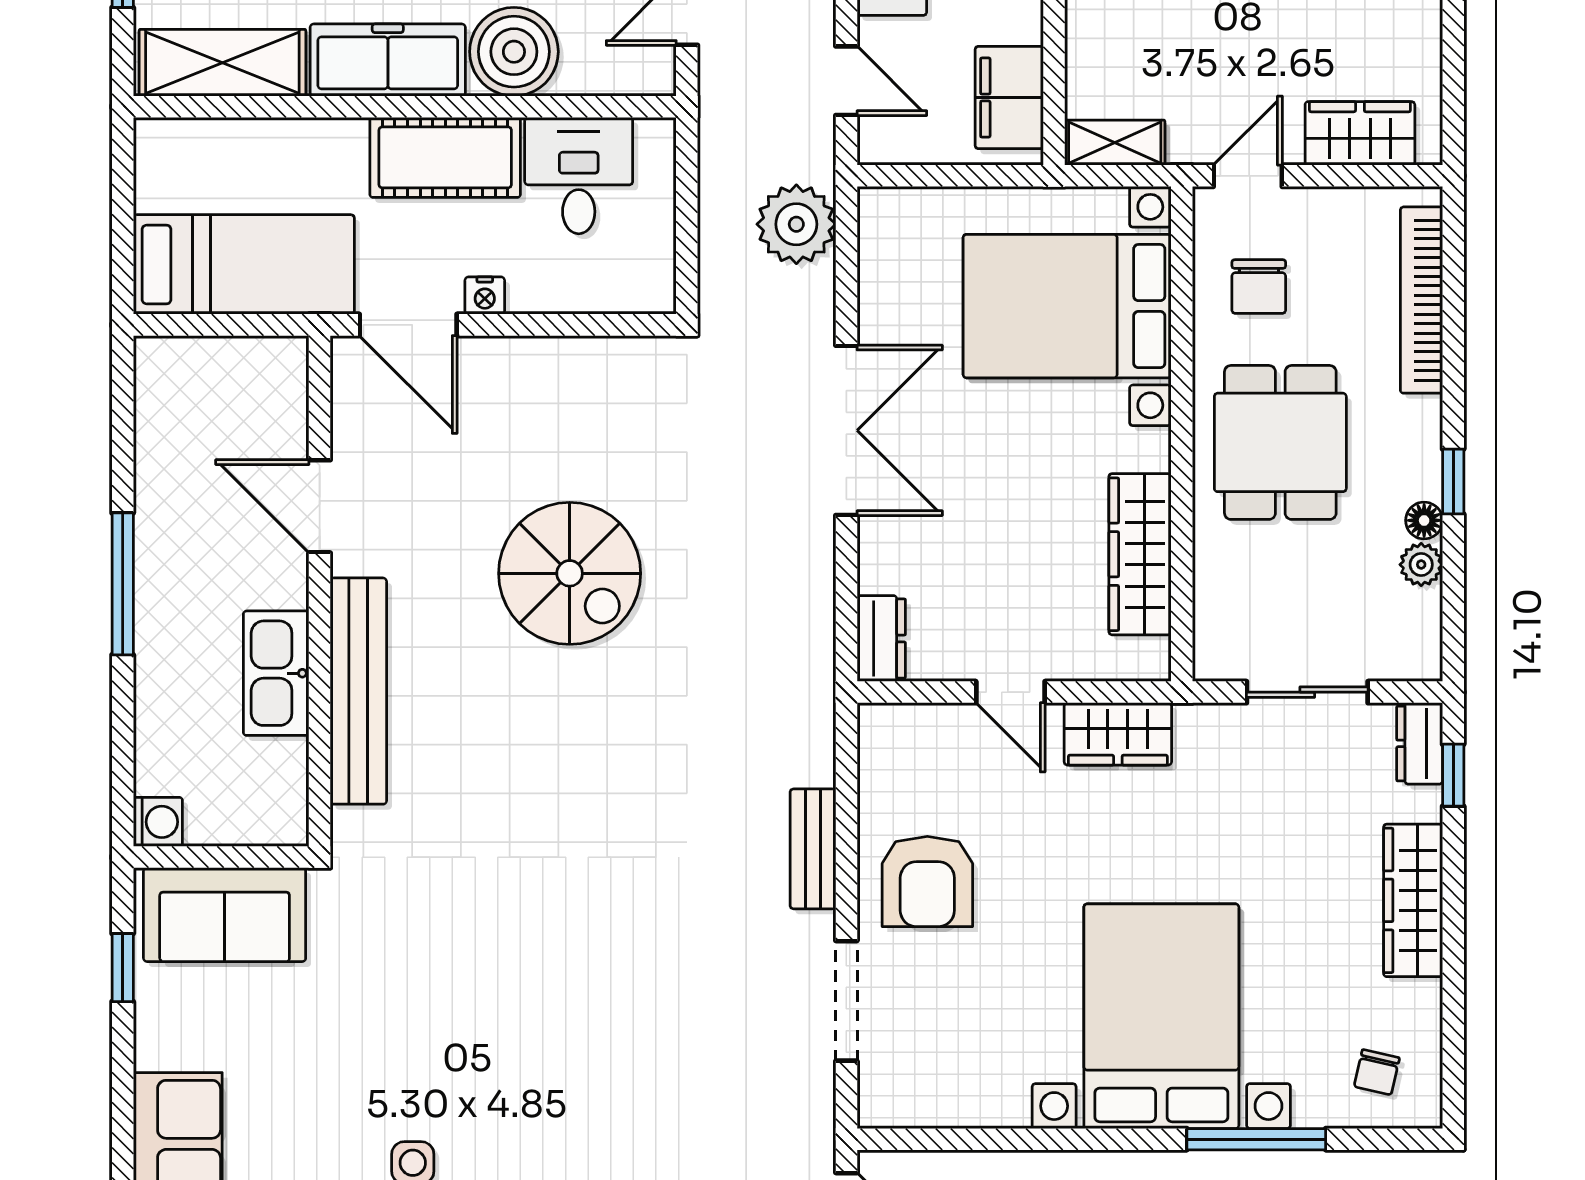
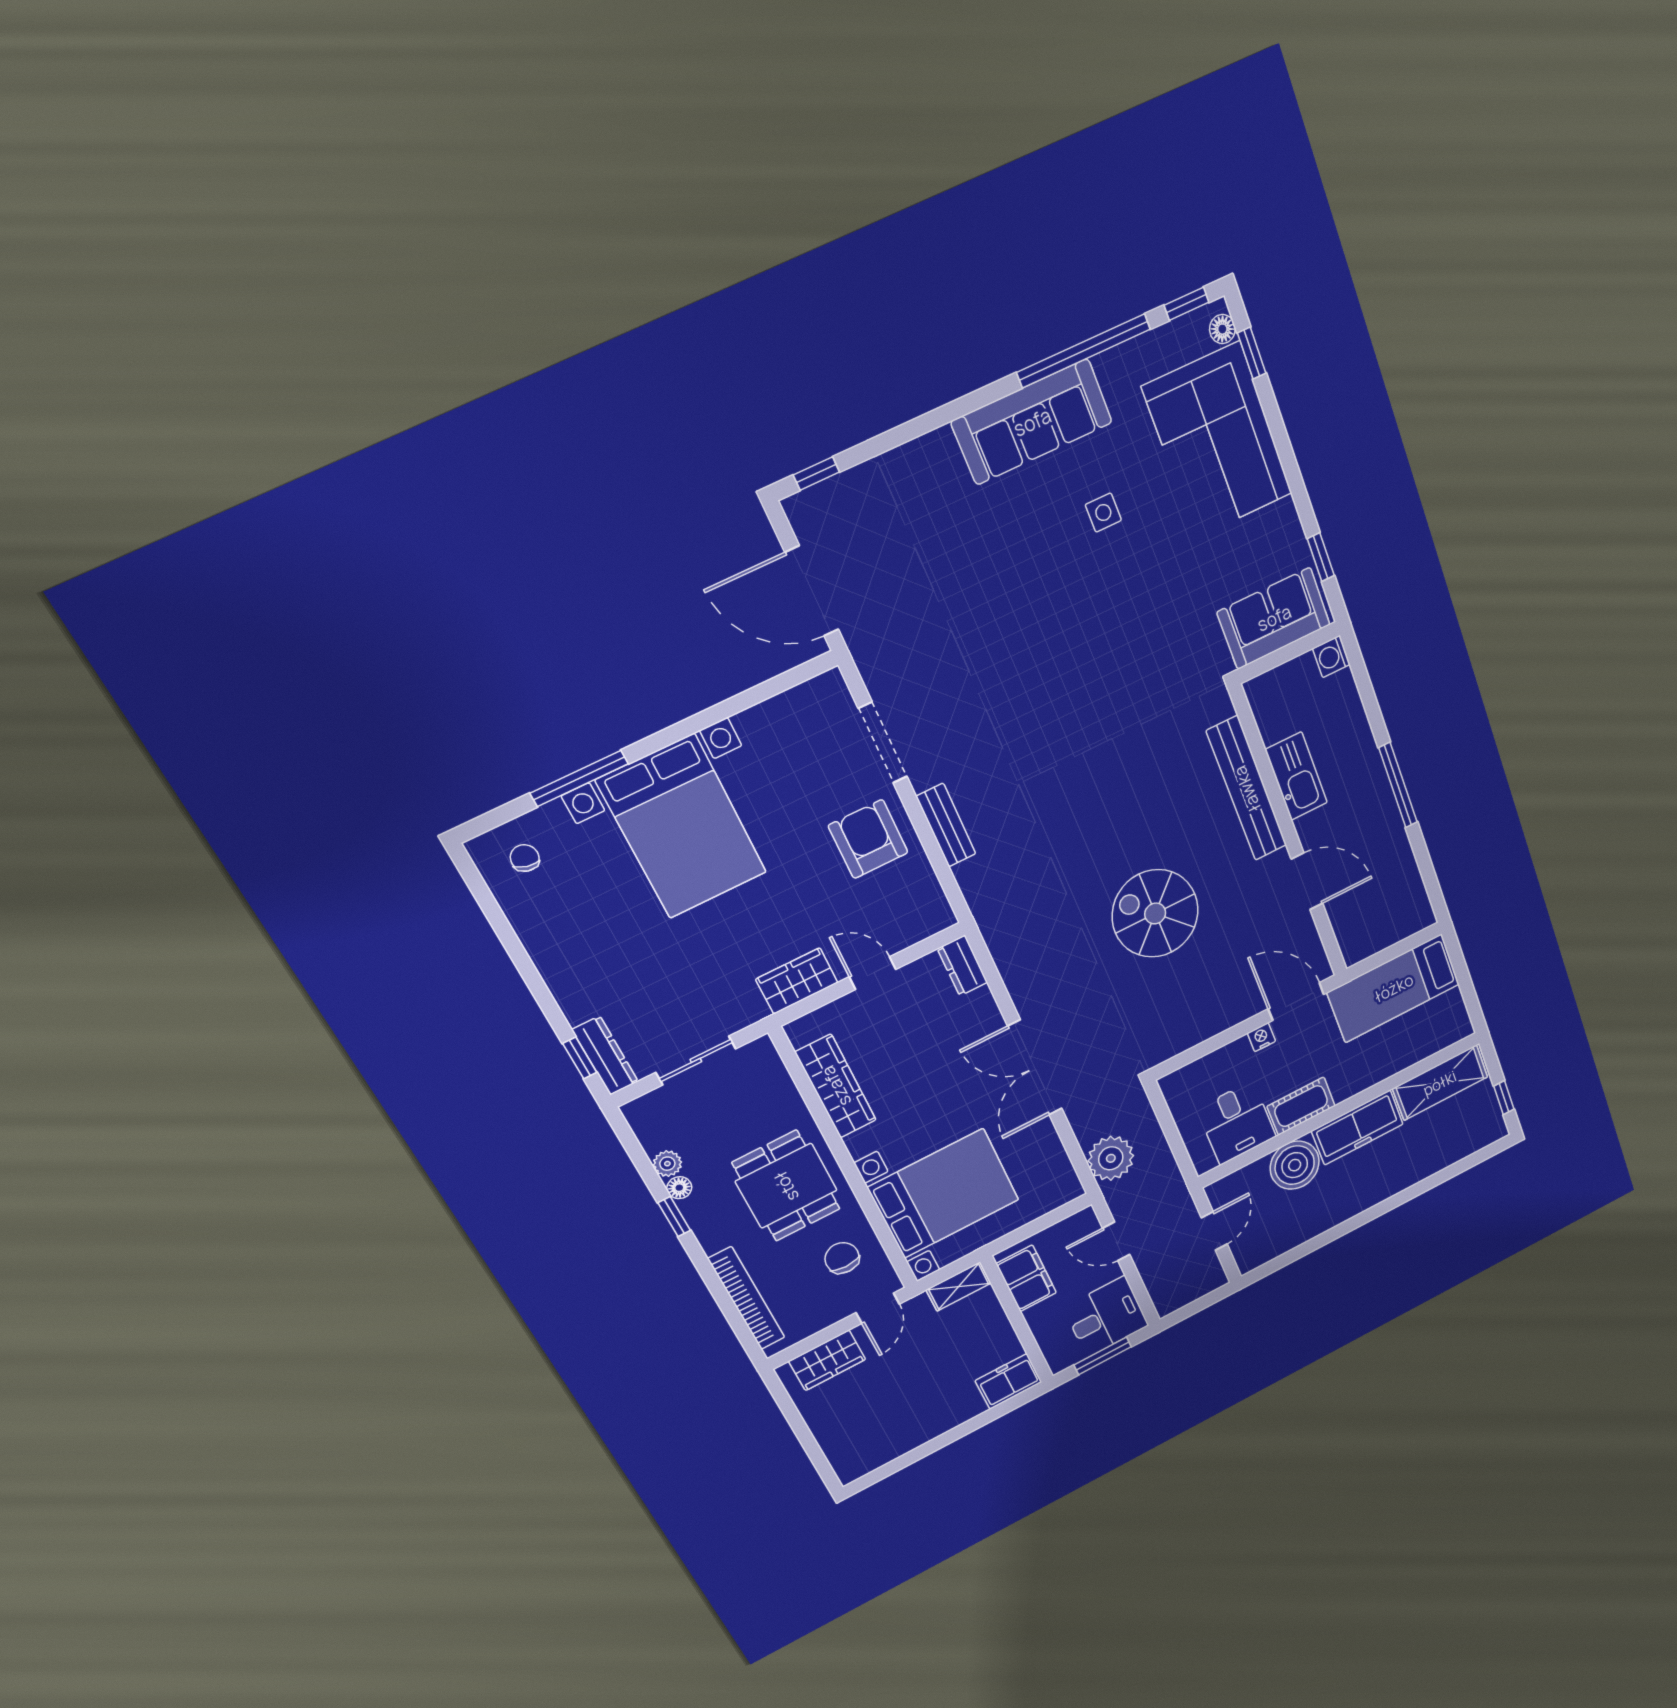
cot: (445, 157) -> (1301, 1106), width x0.73, depth x0.75
dresser: (1420, 743) -> (605, 1056), width x1.44
wardrobe: (1413, 900) -> (562, 973), removed

